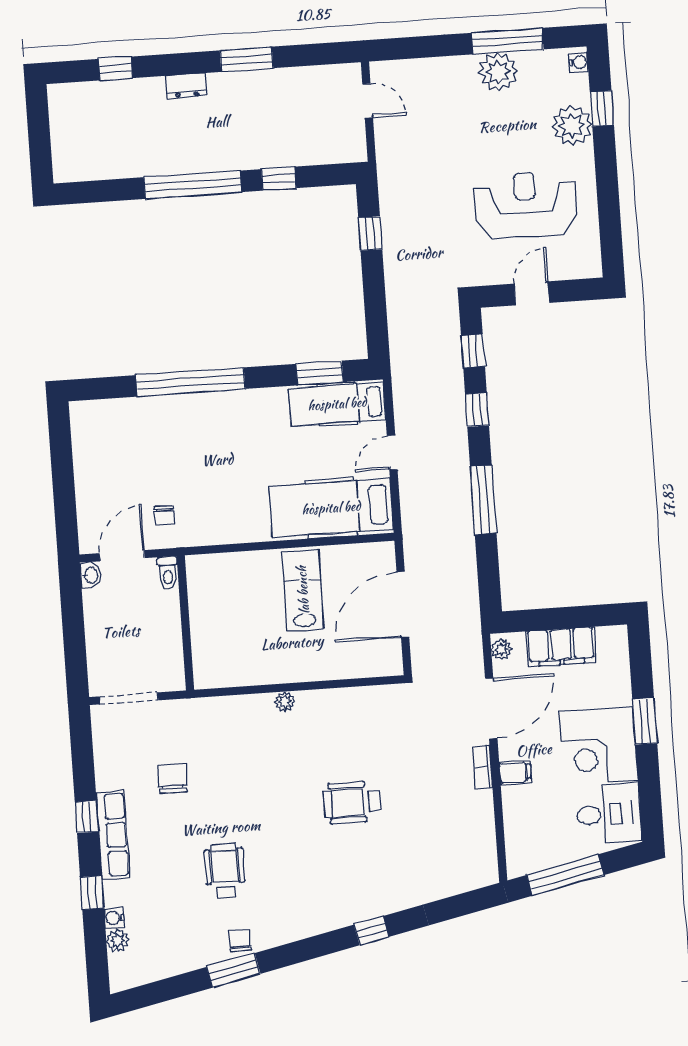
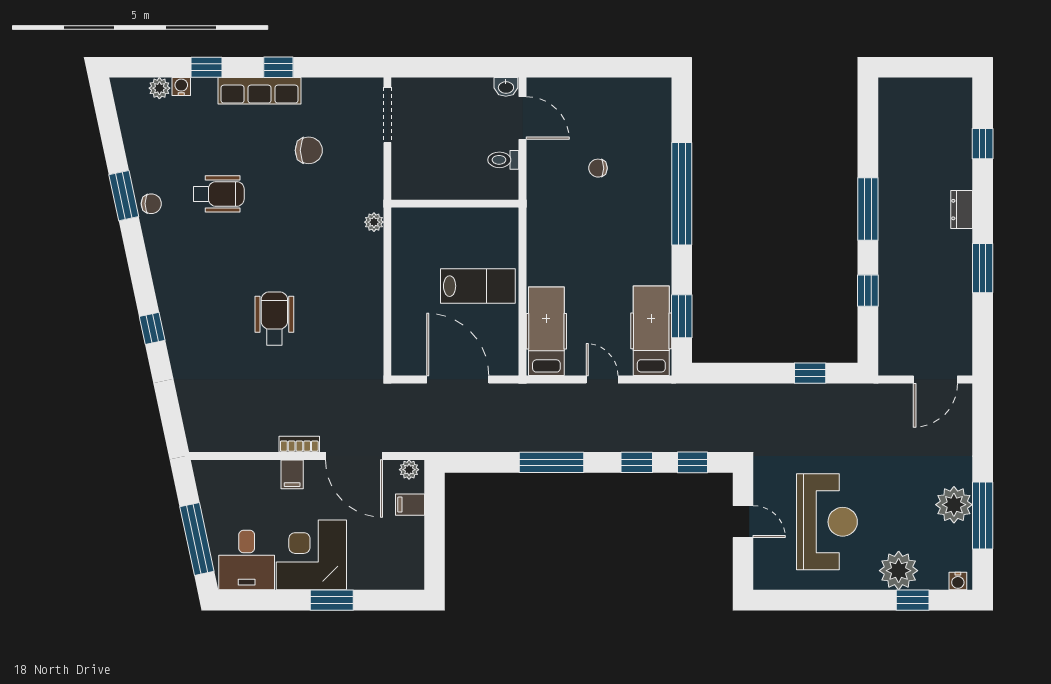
door: (368, 101) -> (935, 380), width x1.38
window: (193, 185) -> (868, 209), width x0.68
hospital bed: (331, 508) -> (546, 331), width x0.73, depth x0.78
chair: (164, 516) -> (598, 168), moved
wall: (185, 623) -> (455, 204), moved
filing cabinet: (561, 647) -> (410, 505), width x0.33, depth x0.86
plant: (285, 702) -> (374, 222), moved
window: (565, 875) -> (197, 539), moved

